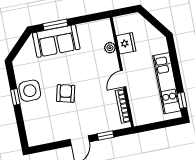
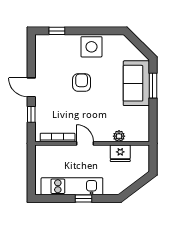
armchair: (66, 93) -> (82, 83), turned -104
window: (15, 97) -> (57, 31), moved
window: (182, 100) -> (84, 198), moved

